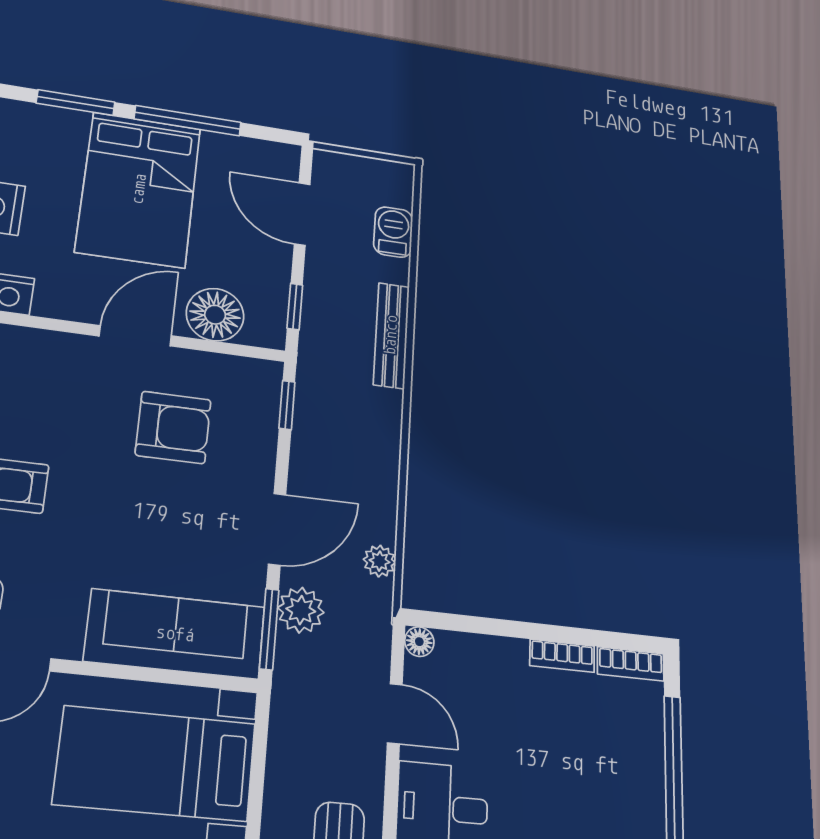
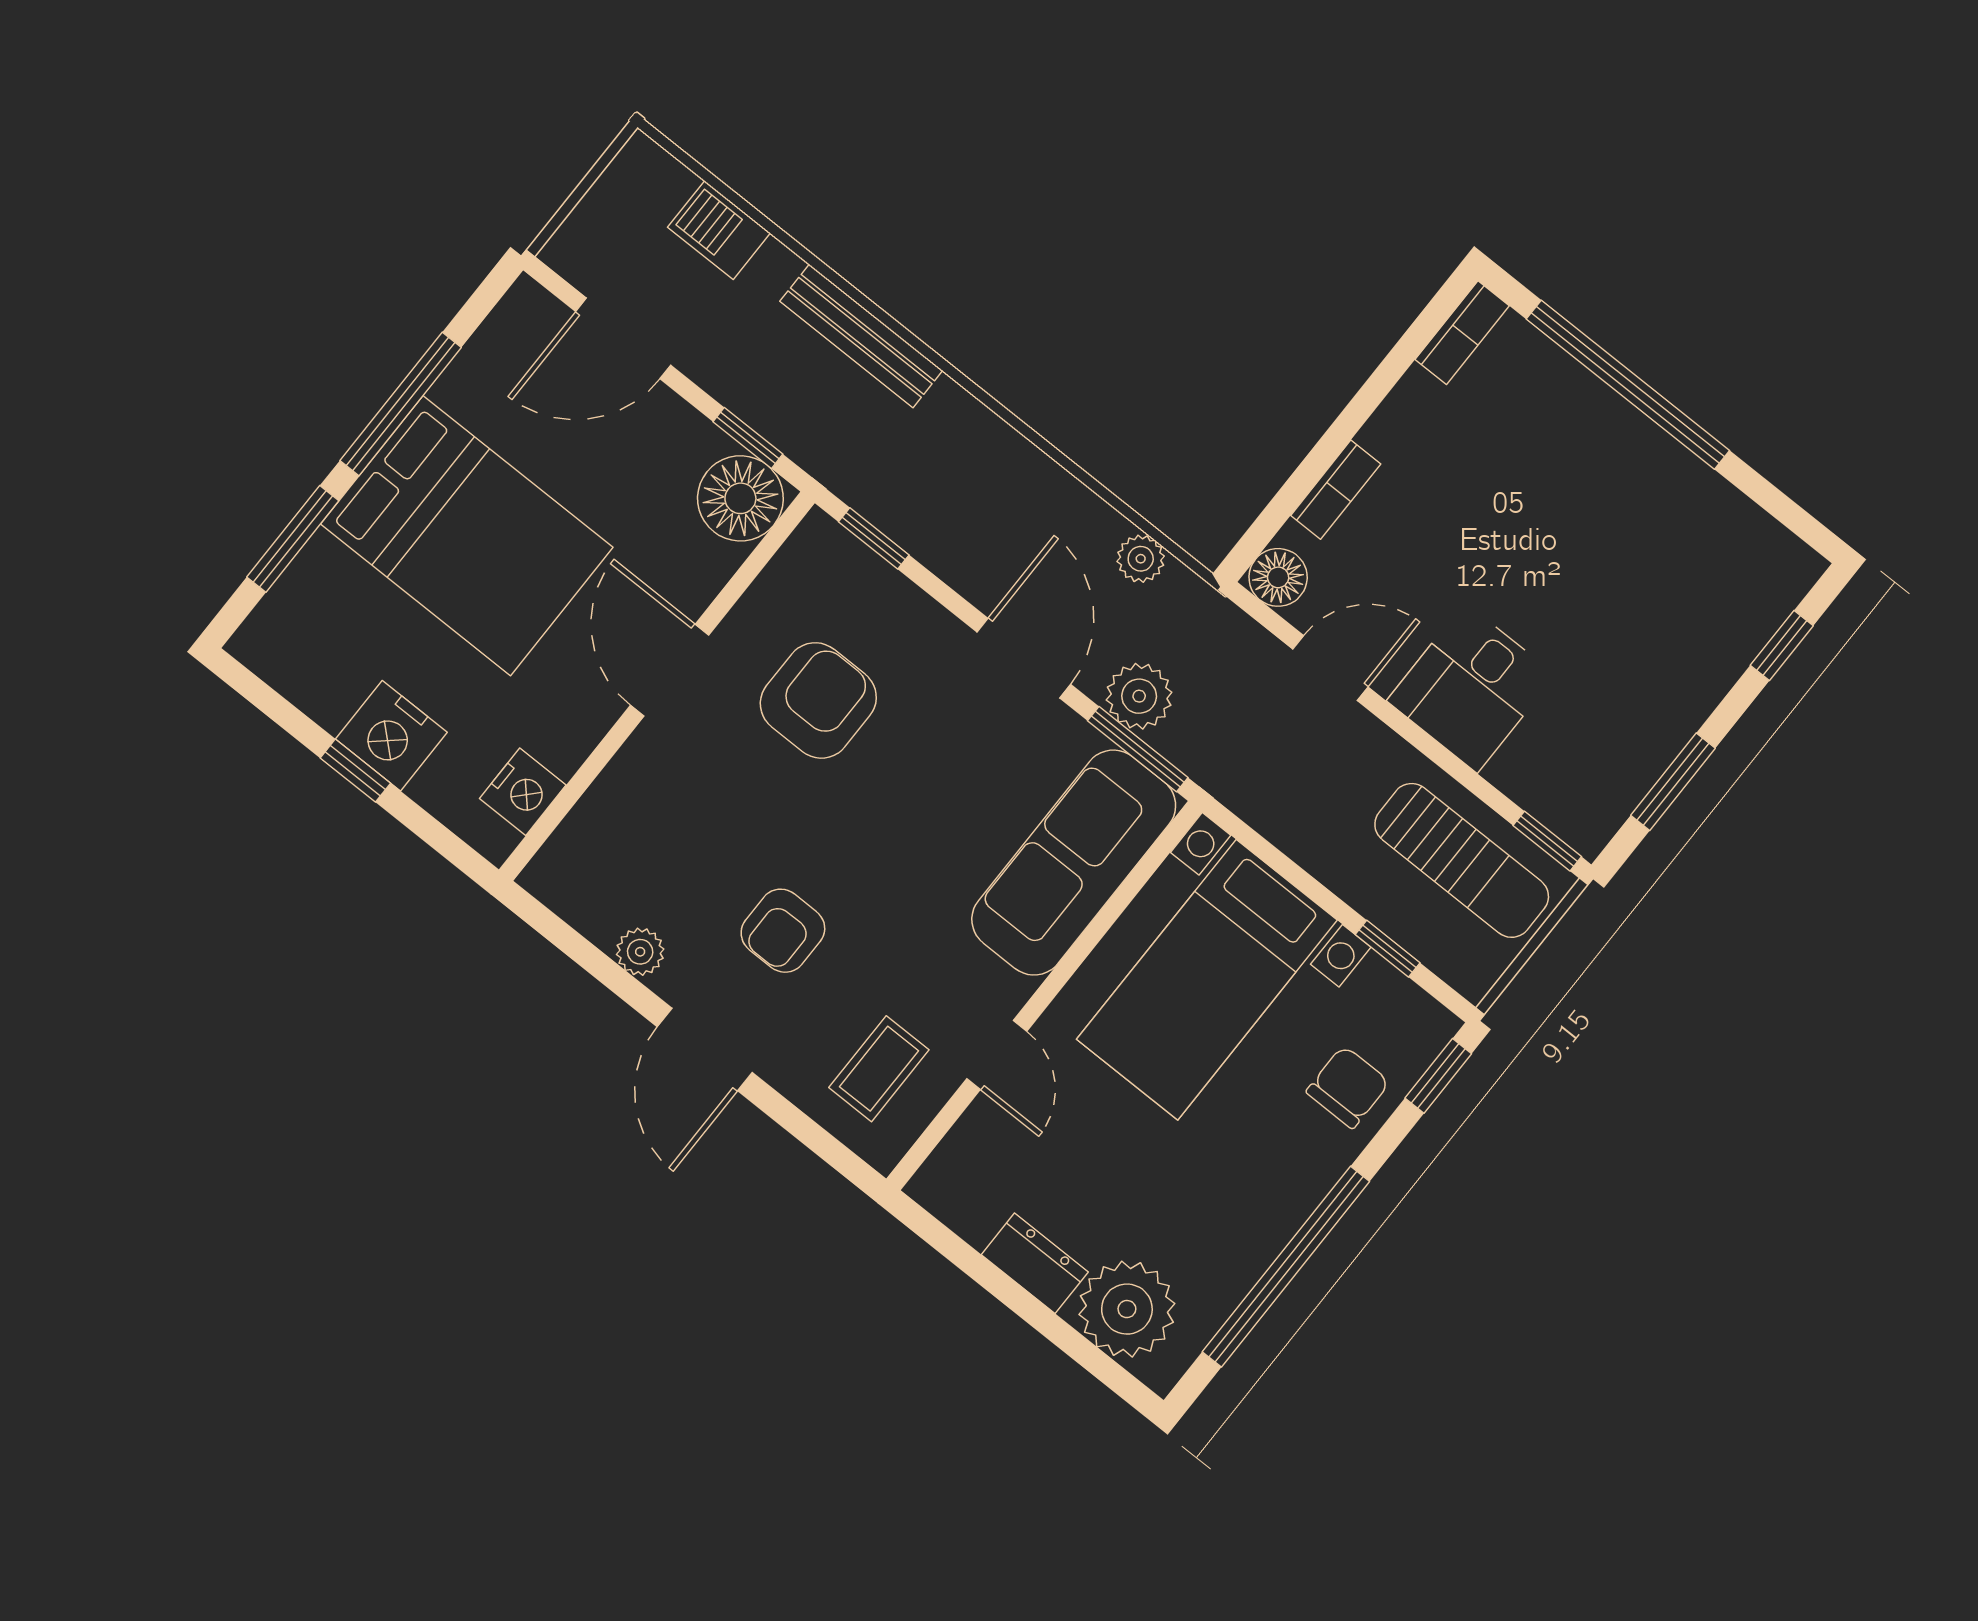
floor lamp: (215, 315) -> (740, 498), moved
floor lamp: (419, 642) -> (1278, 577), width x1.37, depth x1.37
bookcase: (562, 656) -> (1336, 490), moved

